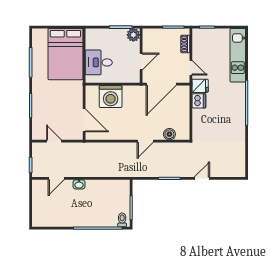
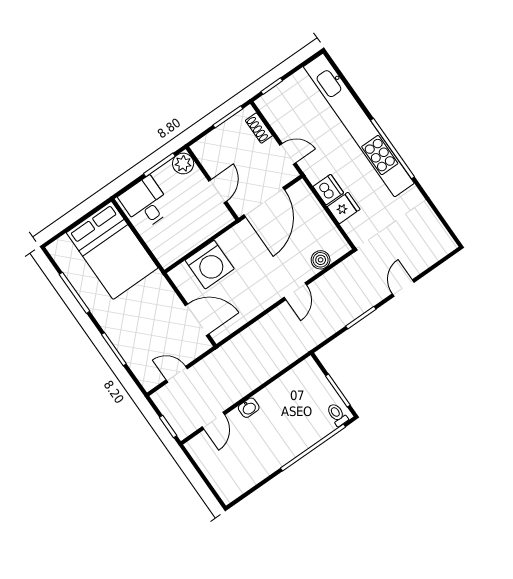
kitchen unit: (238, 55) -> (359, 125), width x1.86
desk: (99, 62) -> (146, 203), moved, turned 90
fridge: (200, 86) -> (344, 208), moved

